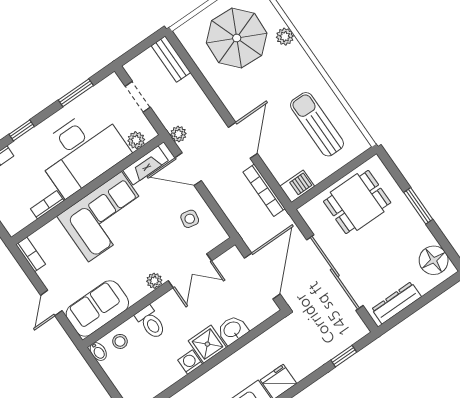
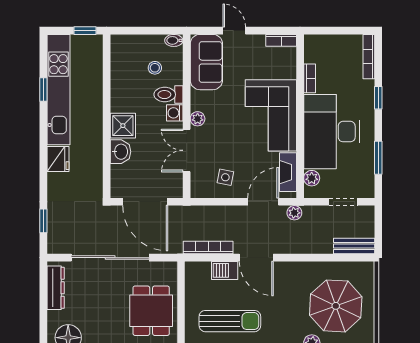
barbecue: (297, 186) -> (225, 270), moved, turned 90
stool: (120, 341) -> (155, 68), moved
washing machine: (190, 362) -> (175, 113), moved, turned 180

